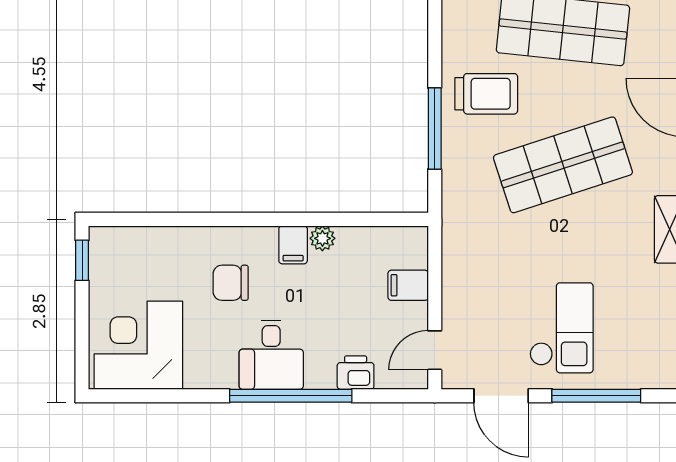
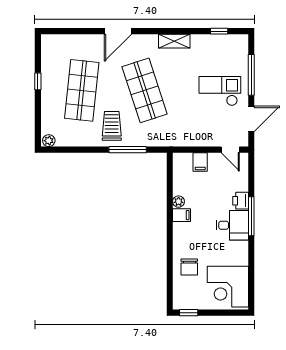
chair: (231, 283) -> (189, 267), moved
printer: (356, 373) -> (241, 201), moved
window: (291, 396) -> (251, 216), width x0.68

